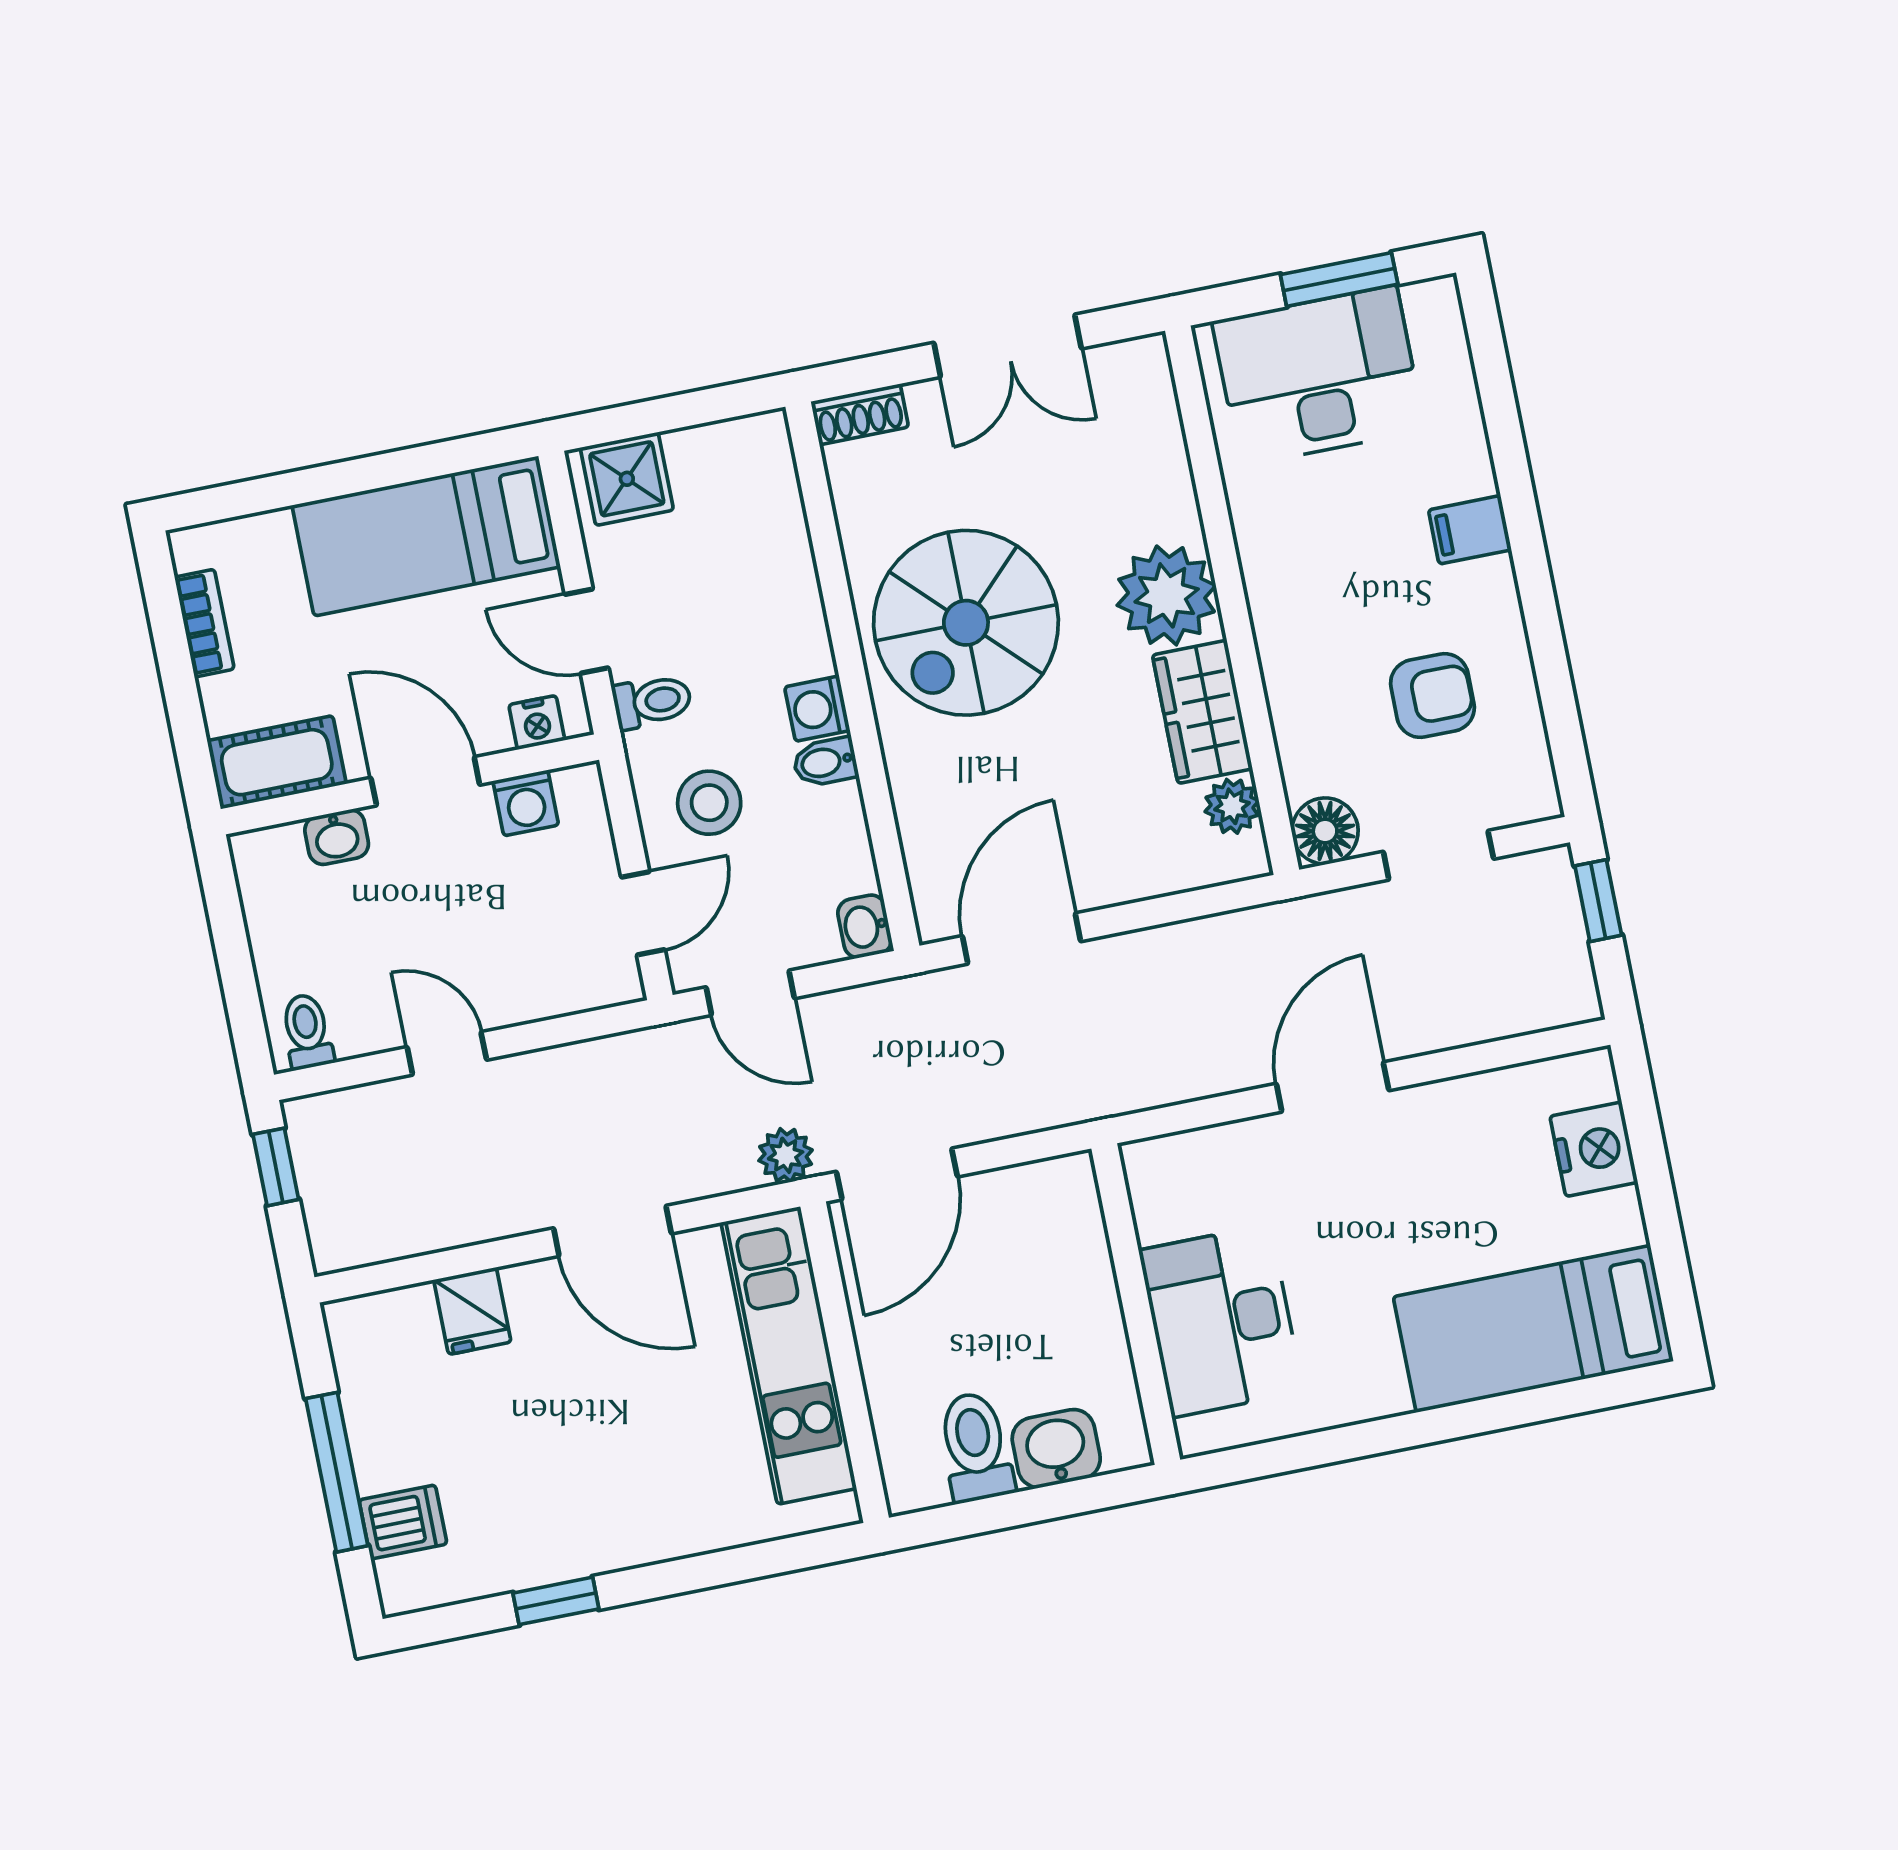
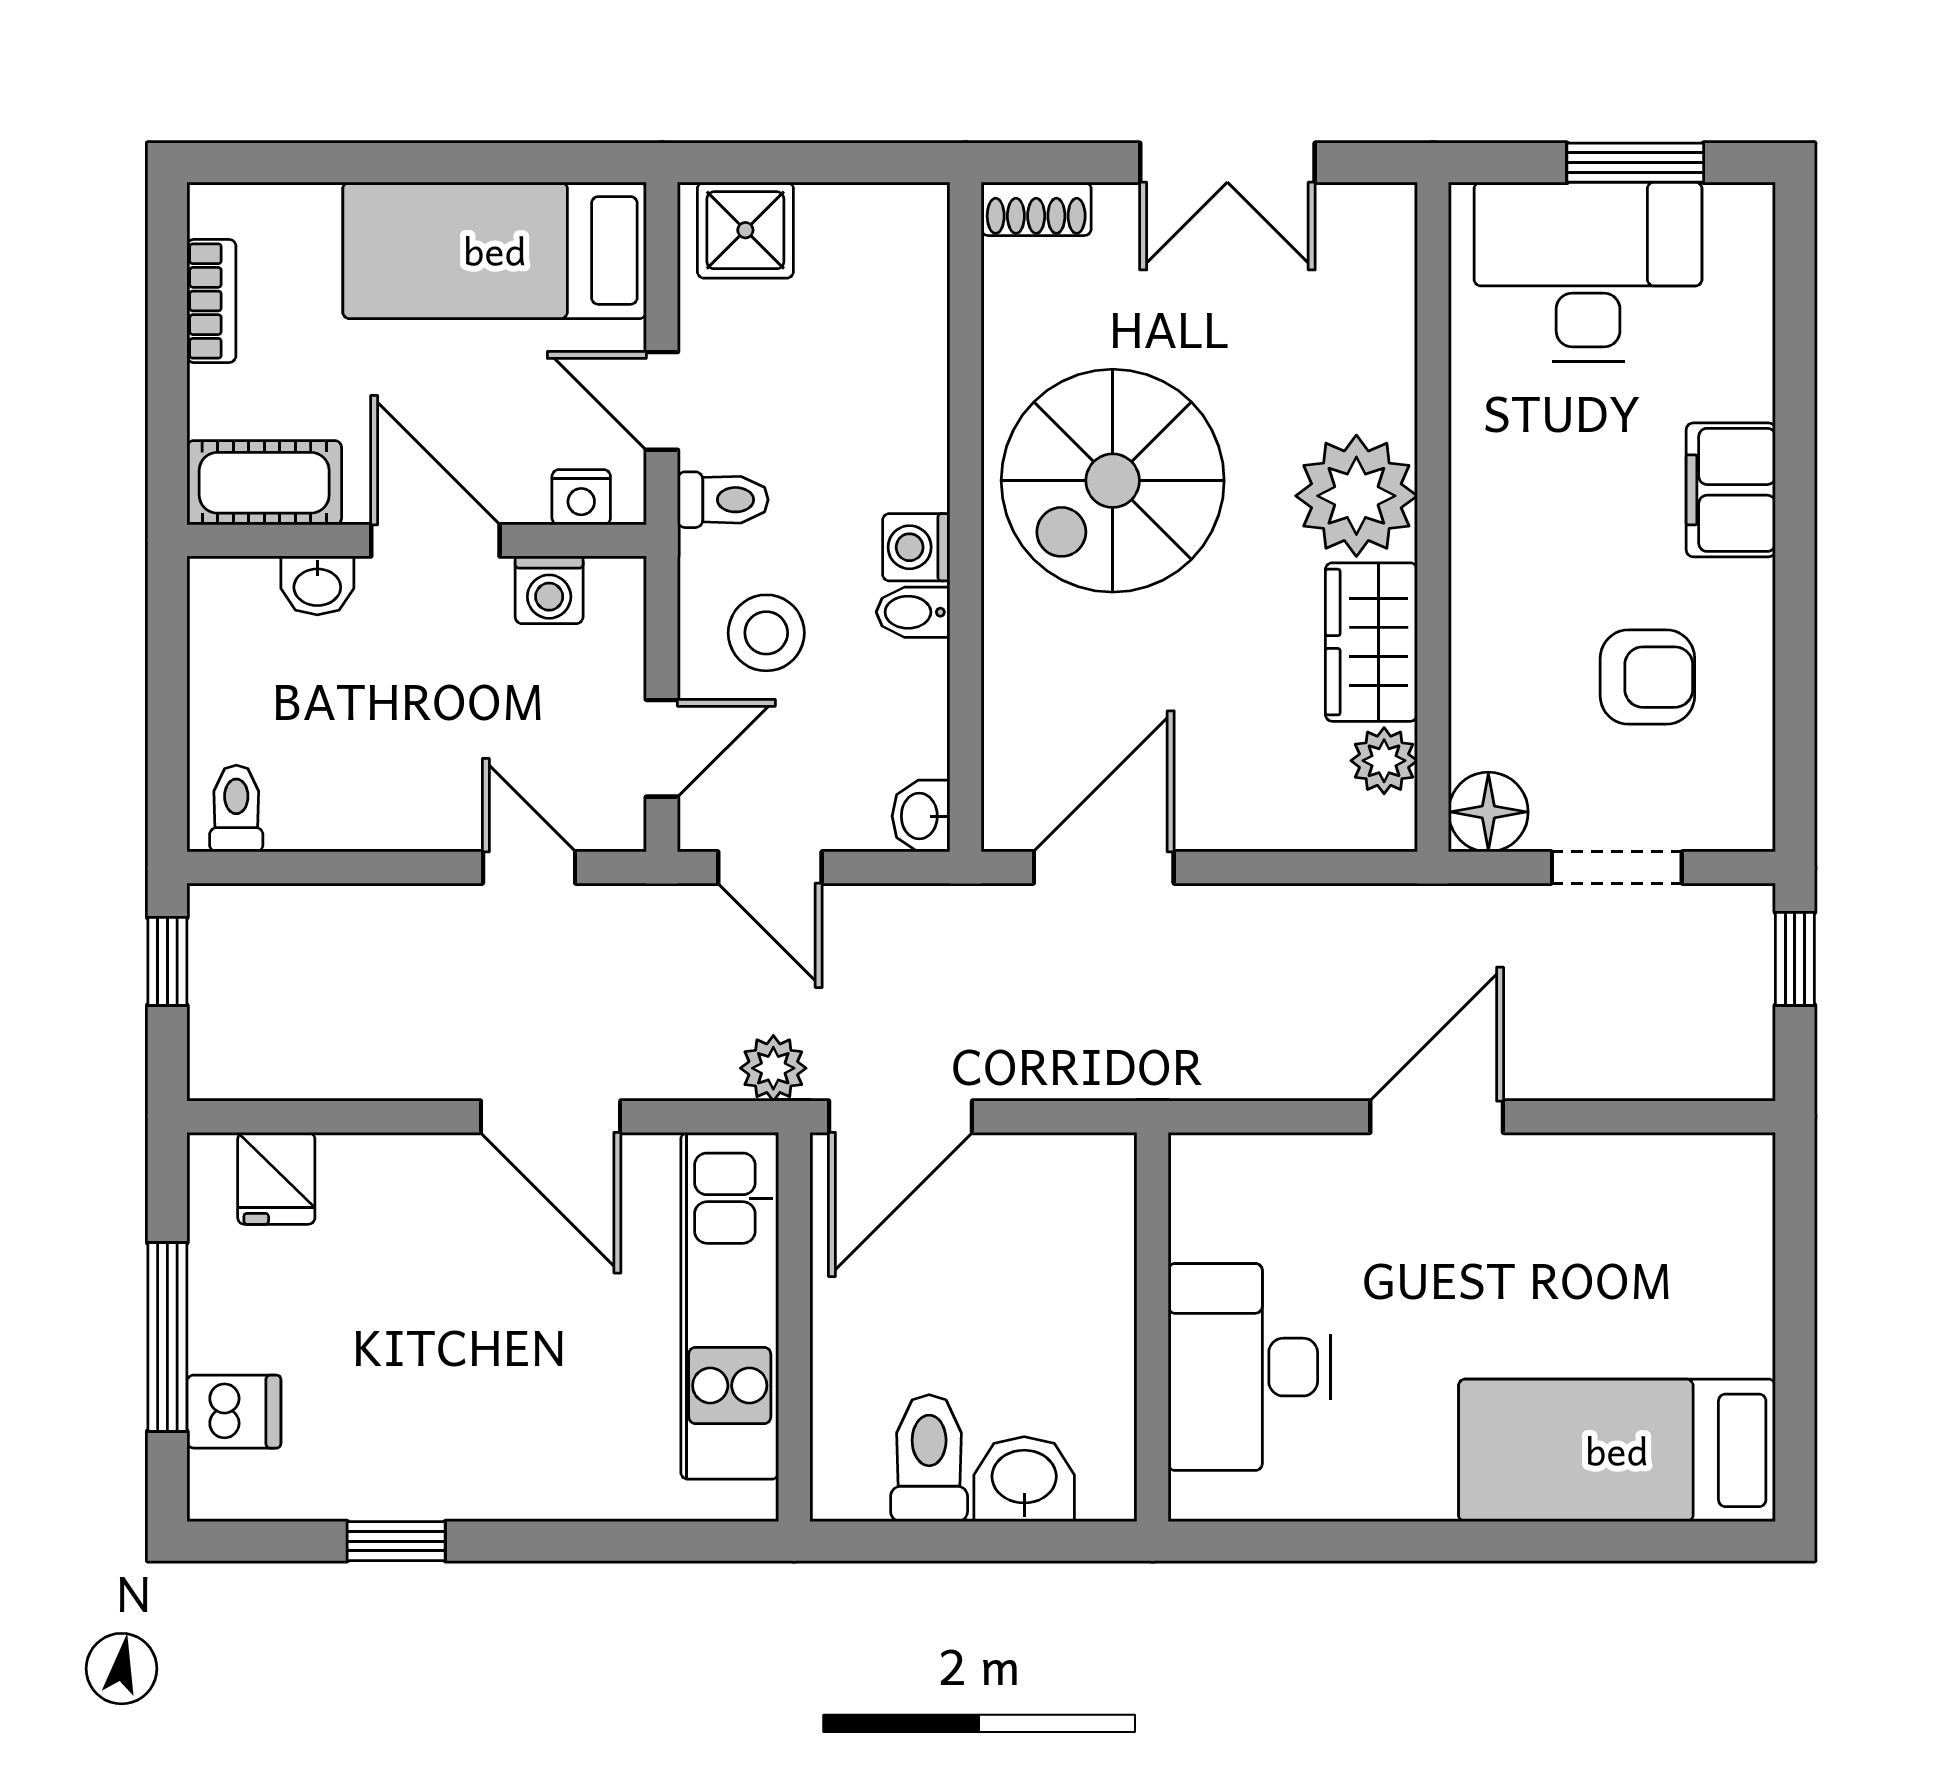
filing cabinet: (1470, 530) -> (1731, 490), width x2.00
door: (447, 1053) -> (529, 867), moved
nightstand: (1594, 1149) -> (1731, 1252), removed
fridge: (472, 1311) -> (276, 1178), moved

